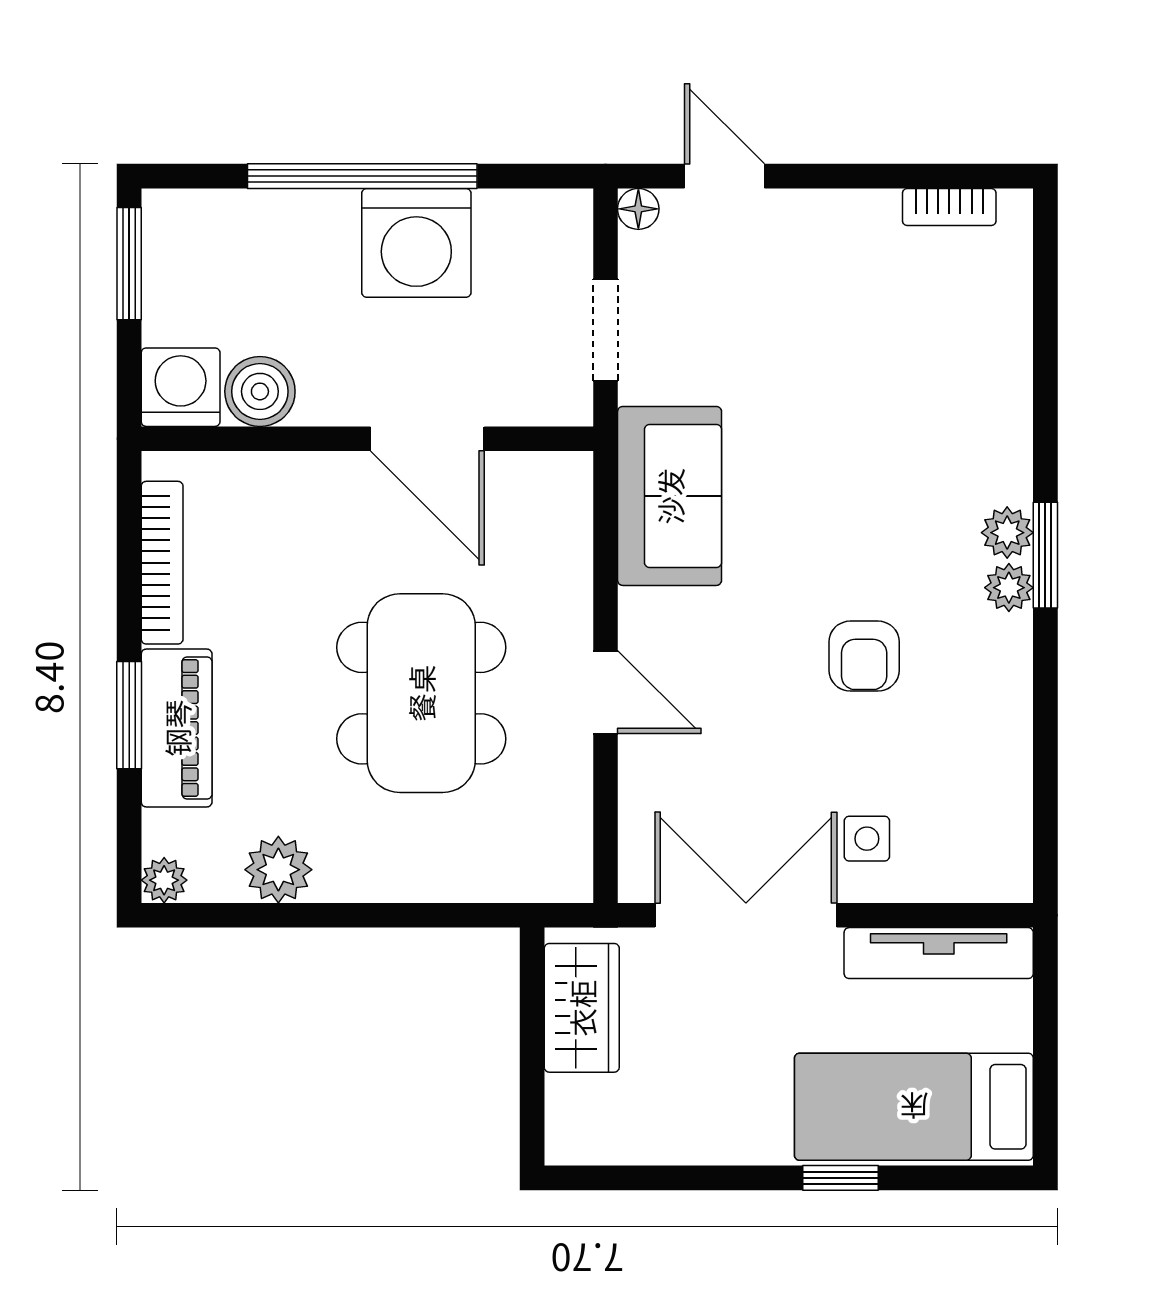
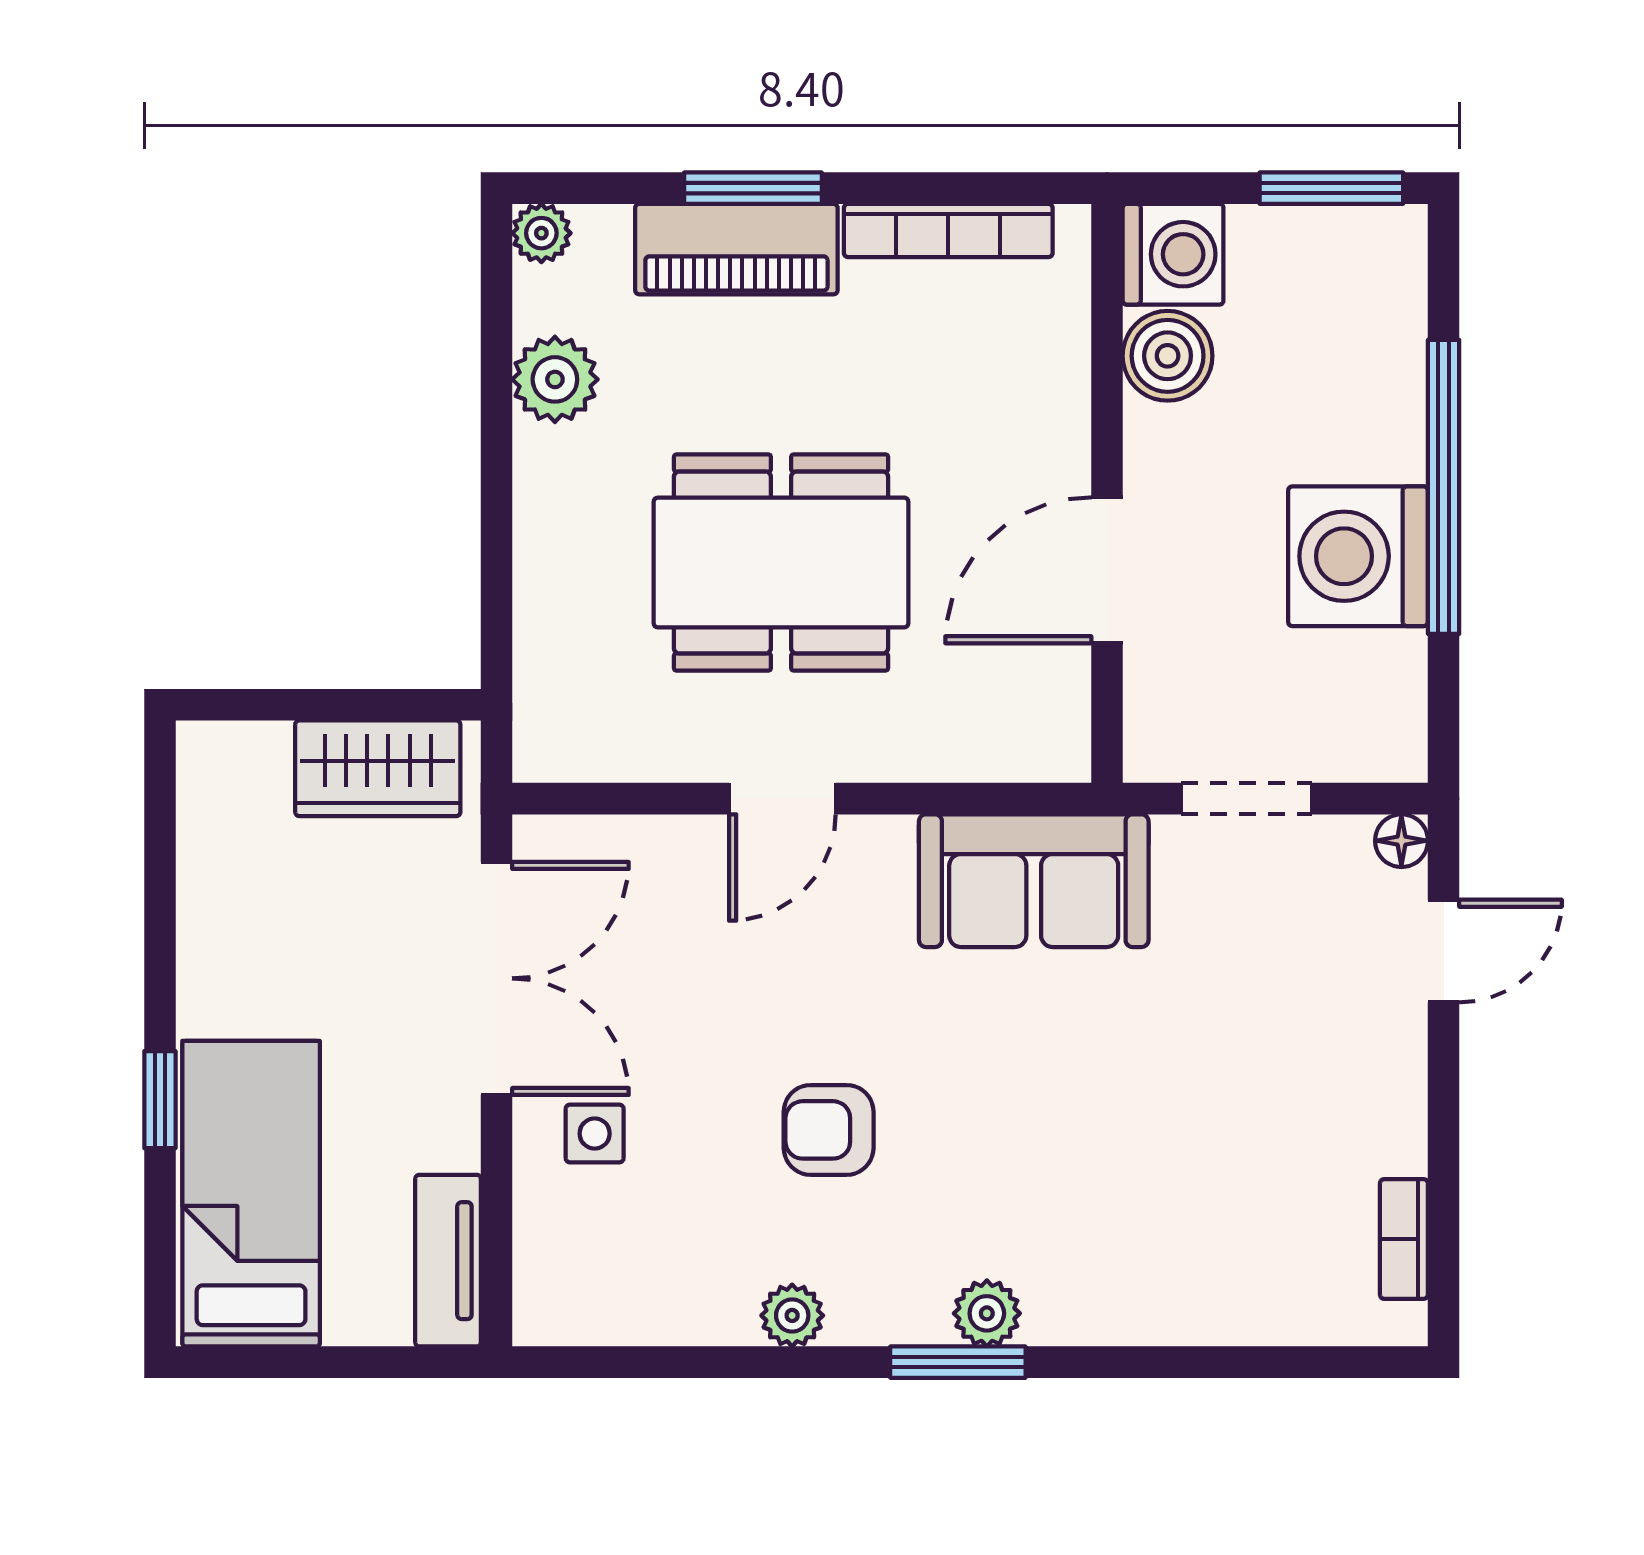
plant: (1009, 588) -> (792, 1315), moved
tv unit: (939, 953) -> (448, 1261), width x0.71

